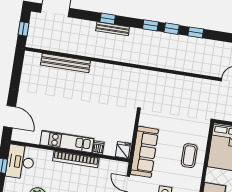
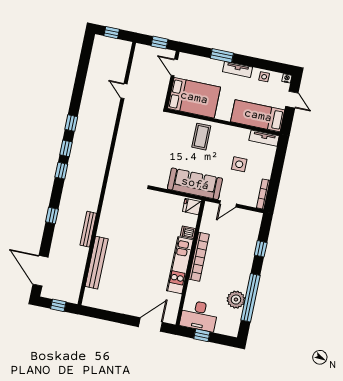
bench: (113, 29) -> (88, 229), moved
coffee table: (189, 156) -> (201, 137), turned 90

